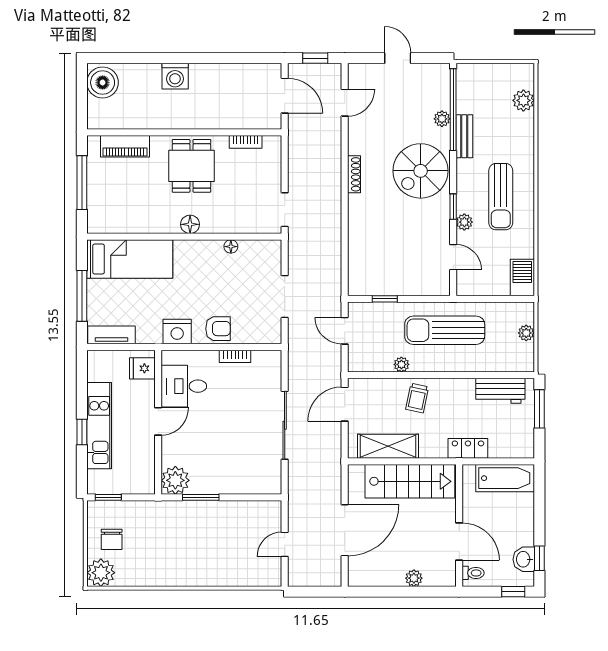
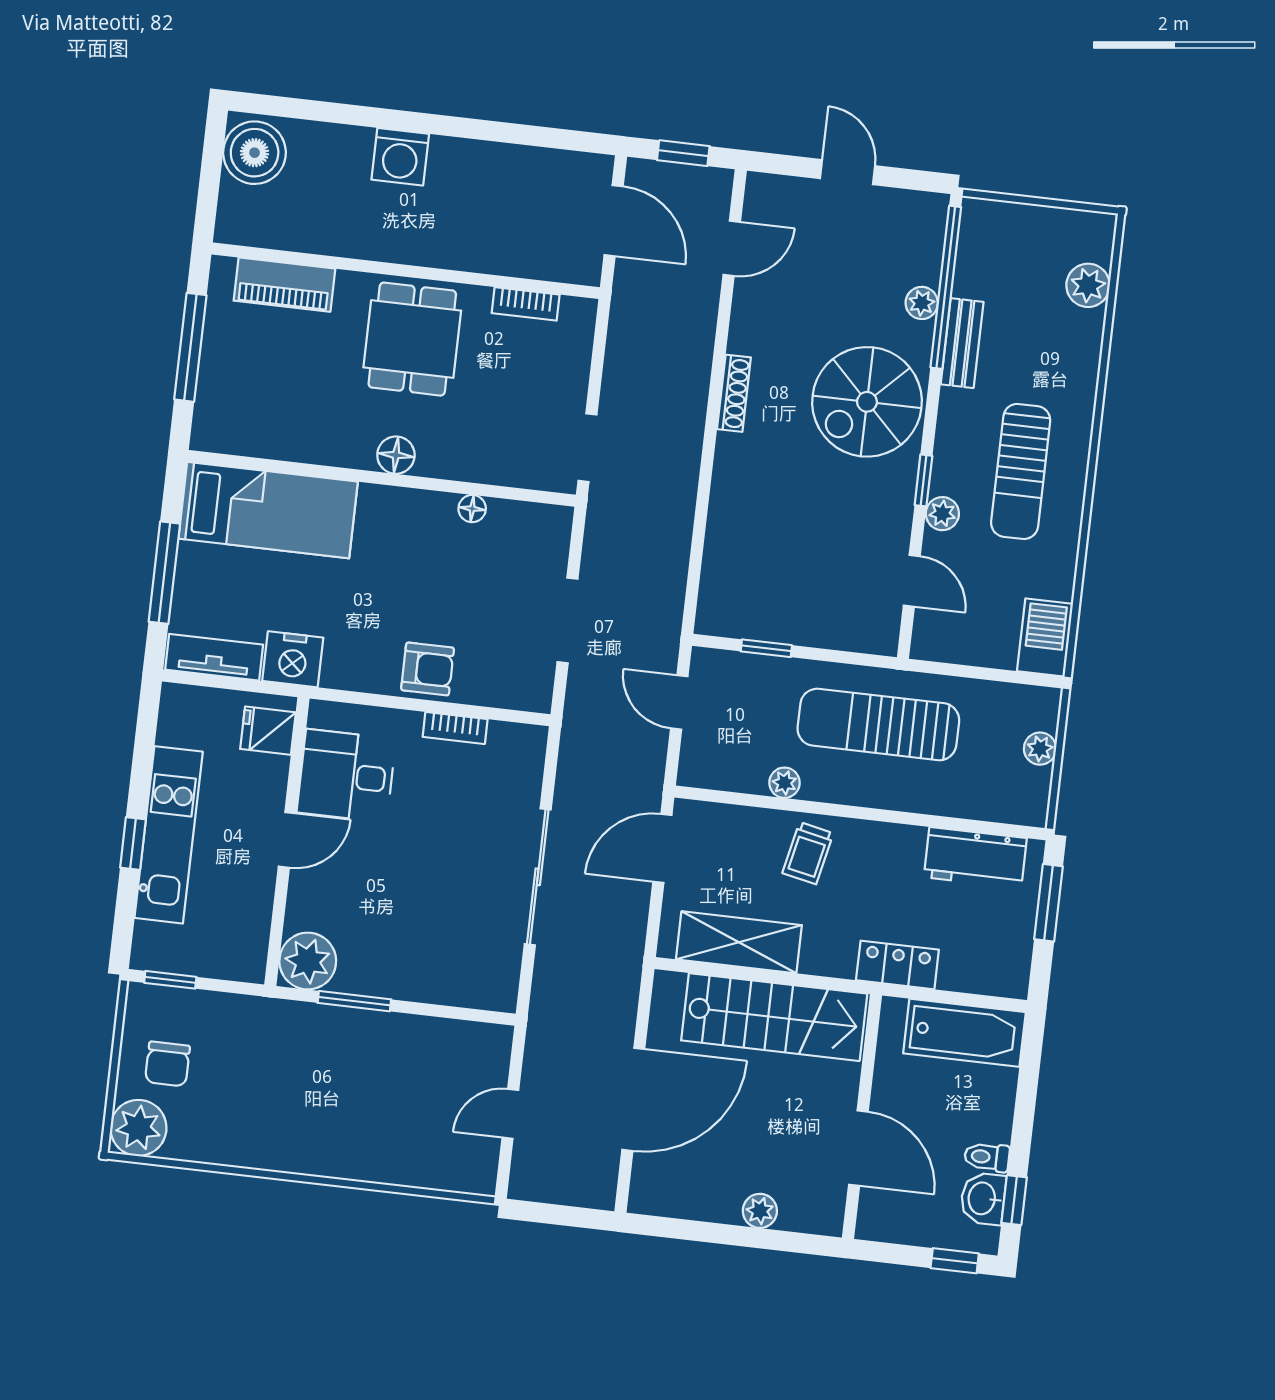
nightstand: (177, 332) -> (293, 659), moved
toilet: (473, 573) -> (987, 1157), moved, turned 180

